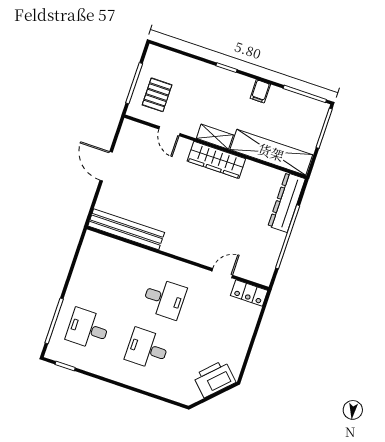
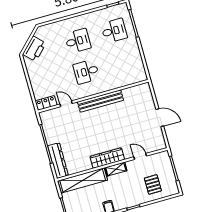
pallet: (157, 95) -> (153, 184), moved
bench: (126, 229) -> (100, 101), moved
door: (222, 273) -> (66, 104), swing flipped

